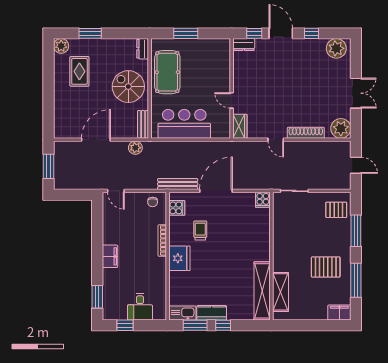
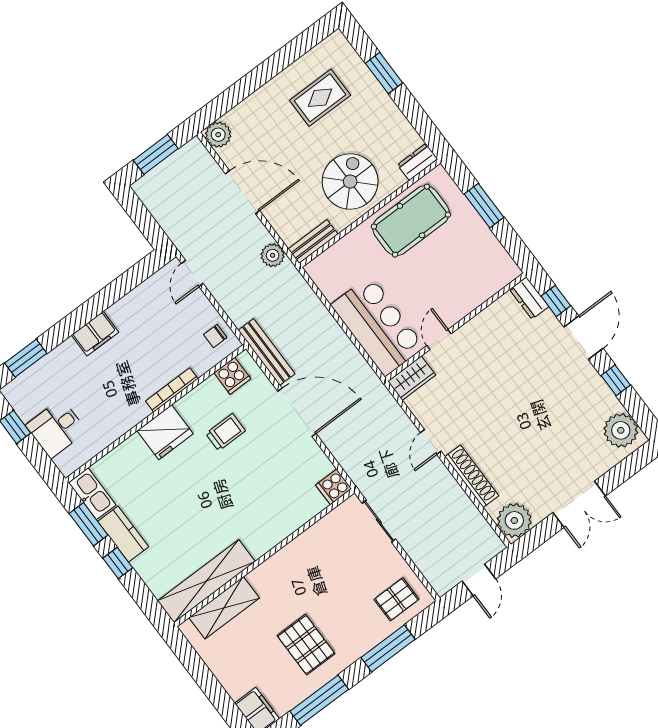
plant: (61, 46) -> (218, 135), moved
bar counter: (184, 124) -> (378, 326), moved
pallet: (336, 210) -> (397, 599), turned 90

